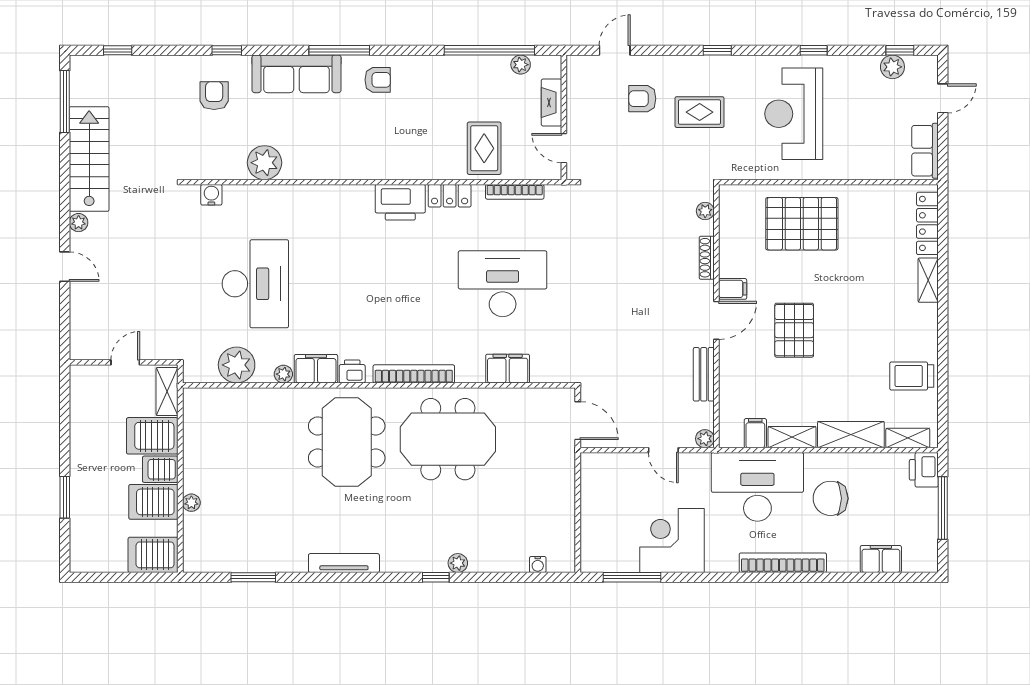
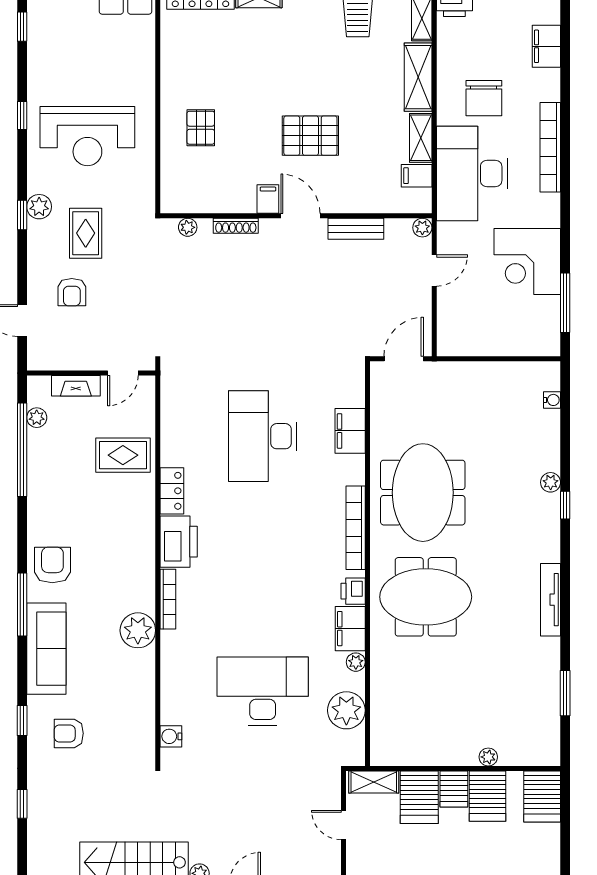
window: (118, 50) -> (22, 804), moved
plant: (892, 67) -> (39, 207), moved
armchair: (378, 80) -> (52, 565), width x1.38, depth x1.38
plant: (265, 163) -> (138, 630), moved
bookcase: (515, 192) -> (168, 599), moved
pallet: (802, 224) -> (201, 128), width x0.49, depth x0.50

